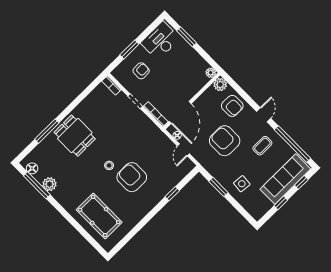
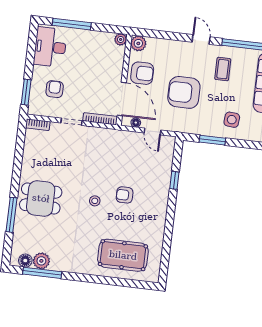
window: (187, 37) -> (72, 24), width x1.44
window: (129, 49) -> (26, 92), moved
armchair: (232, 106) -> (142, 73), moved
armchair: (132, 177) -> (125, 195), width x0.53, depth x0.53
plant: (50, 184) -> (41, 261), moved

